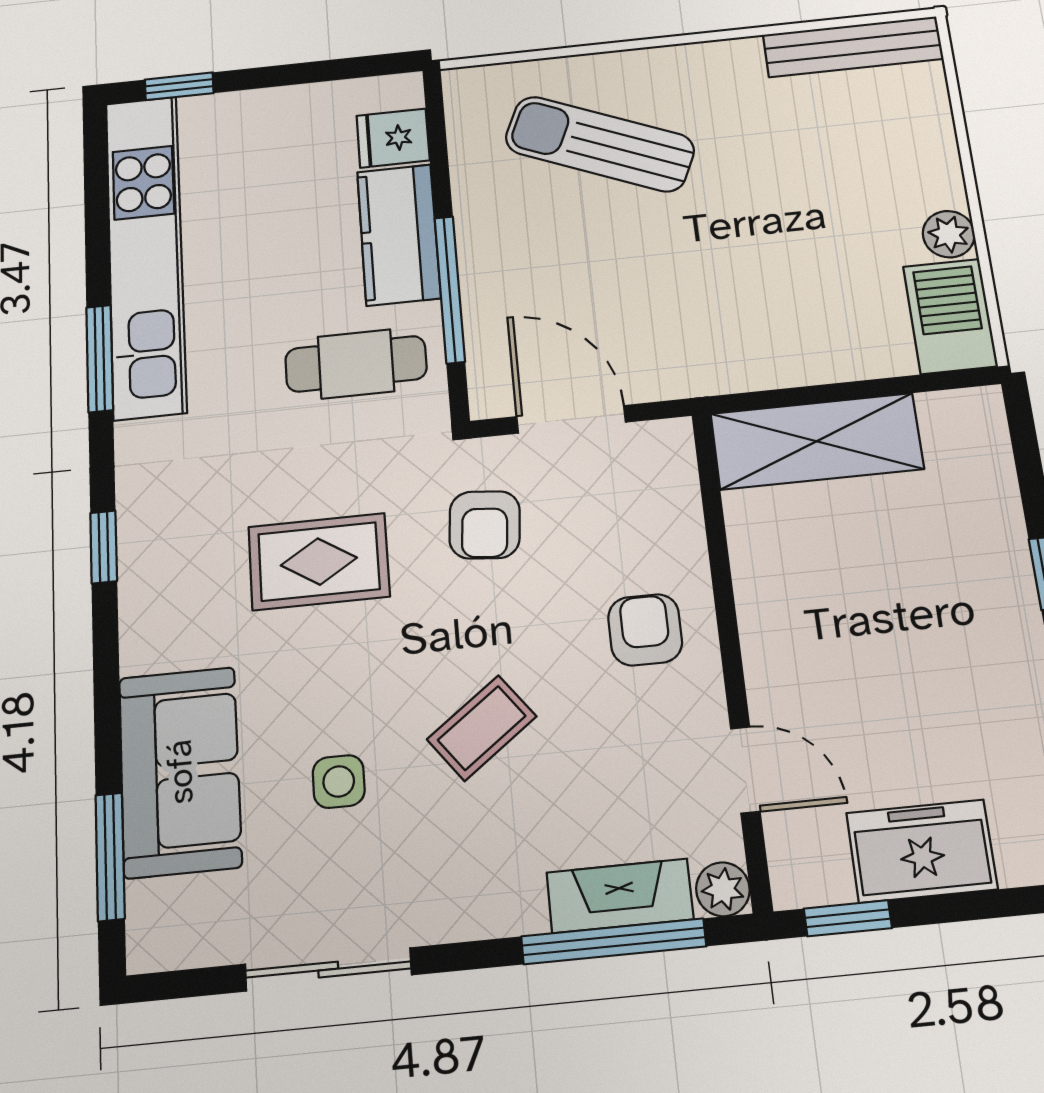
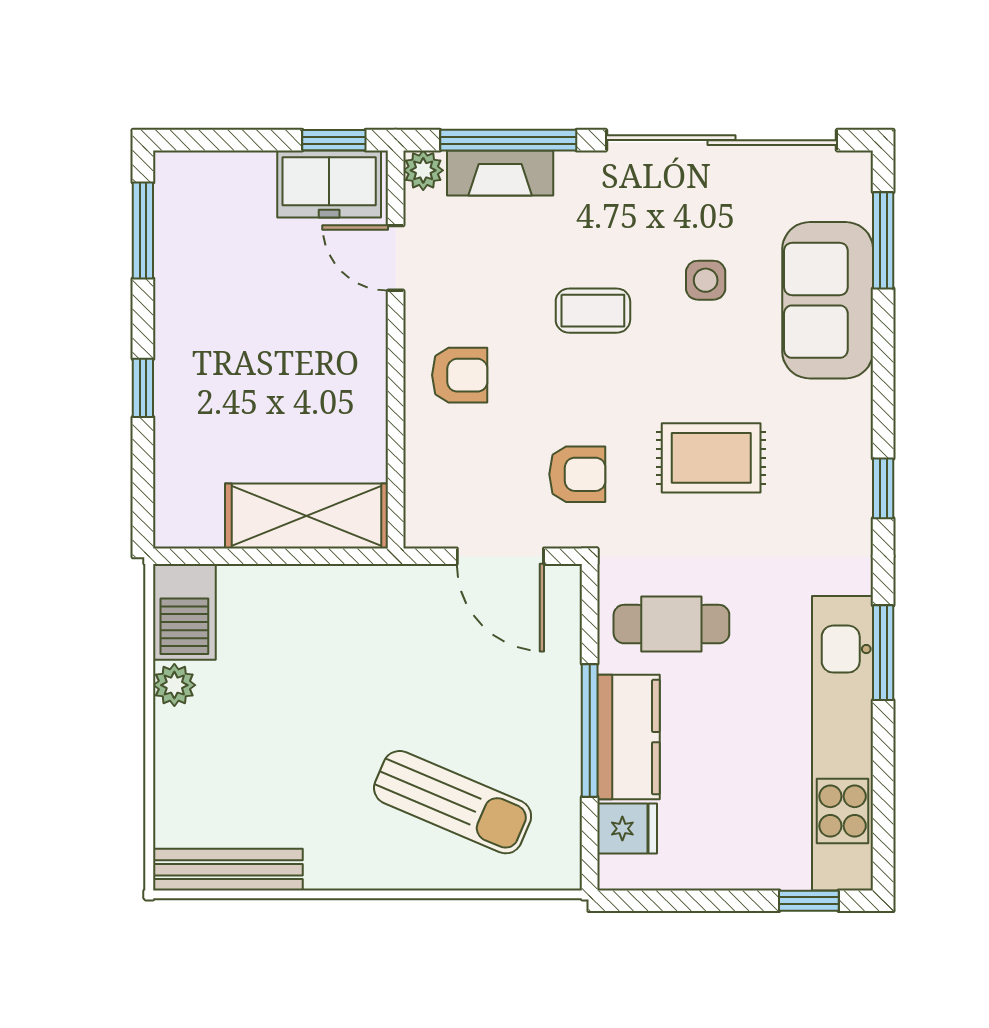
window: (450, 289) -> (590, 730), moved
armchair: (485, 525) -> (577, 474), turned 85
armchair: (645, 630) -> (460, 375), turned -90
coffee table: (482, 728) -> (593, 311), turned 37
freezer: (922, 851) -> (329, 184), moved
sliding door: (328, 970) -> (721, 140), width x1.86

